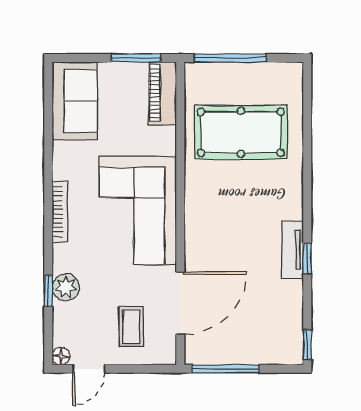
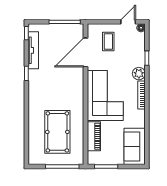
piano: (162, 93) -> (94, 136), moved
pool table: (241, 132) -> (57, 132), turned 90
tv unit: (292, 250) -> (33, 50), moved, width x1.41
plant: (66, 287) -> (139, 74), moved

